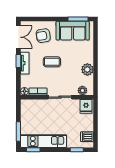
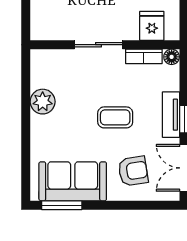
plant: (82, 90) -> (53, 58), removed
fridge: (86, 106) -> (152, 26), moved

